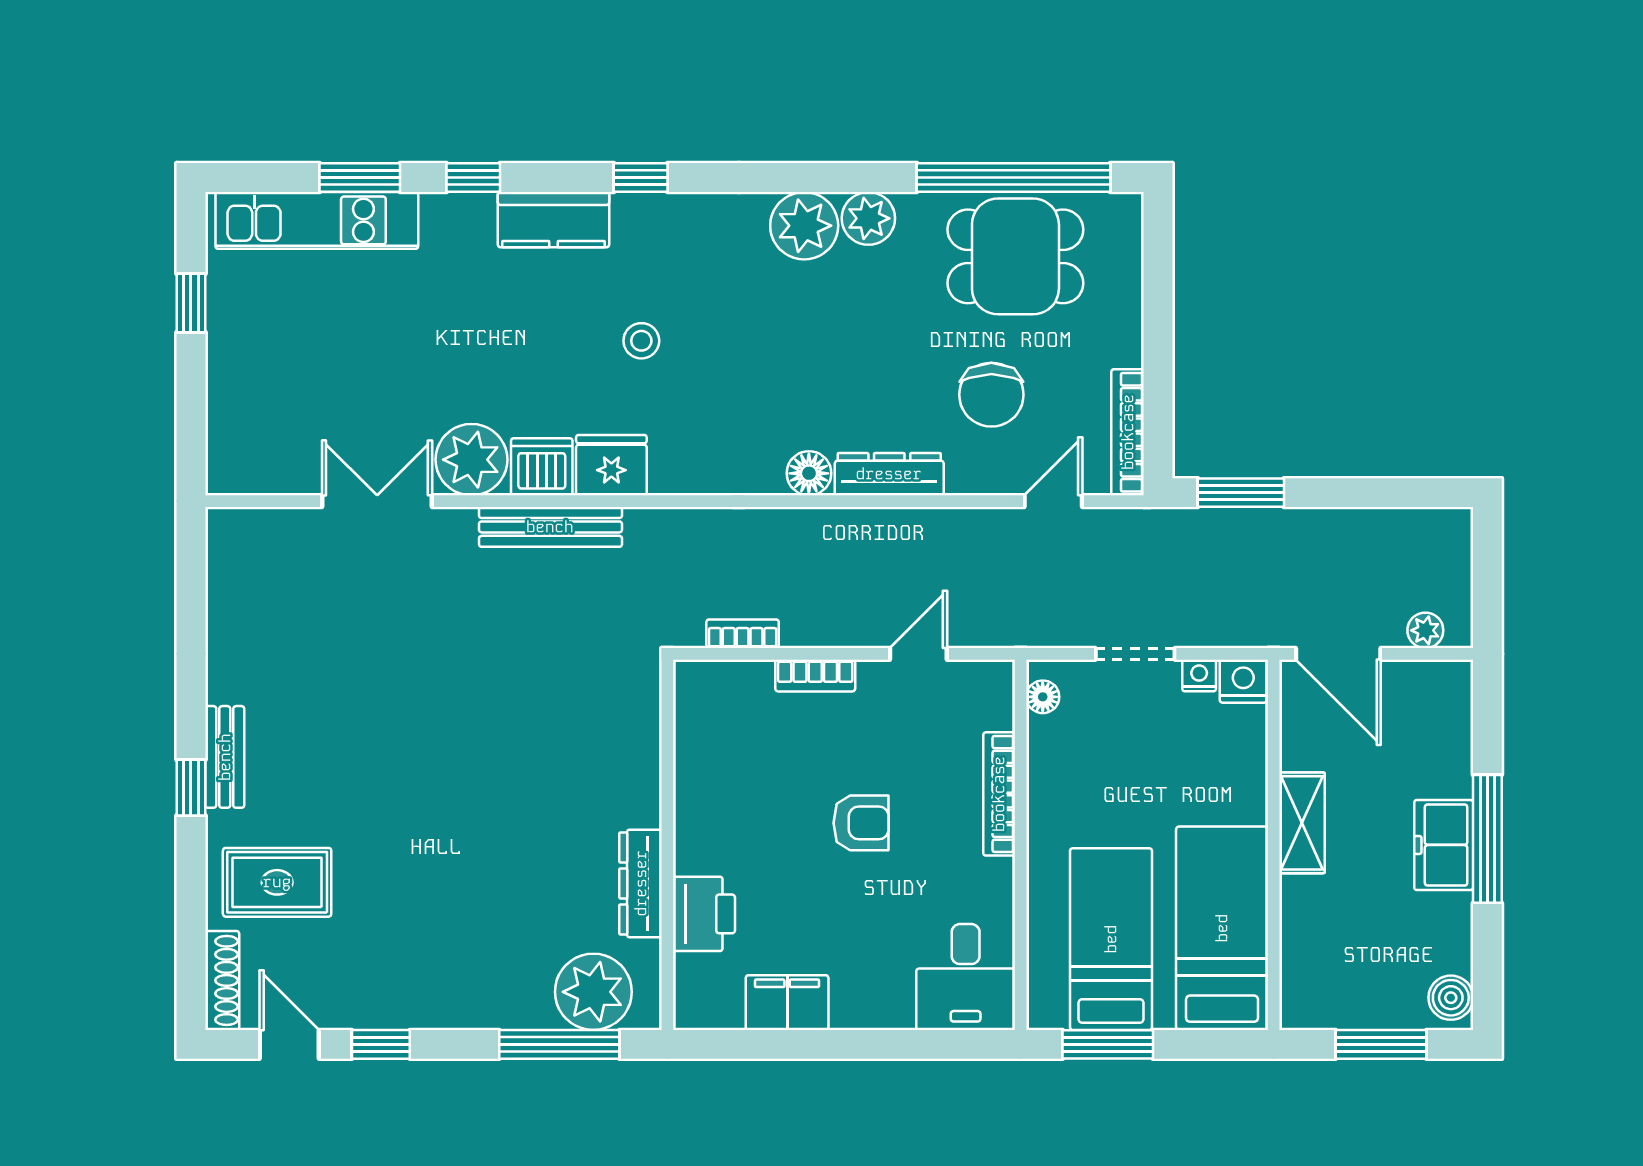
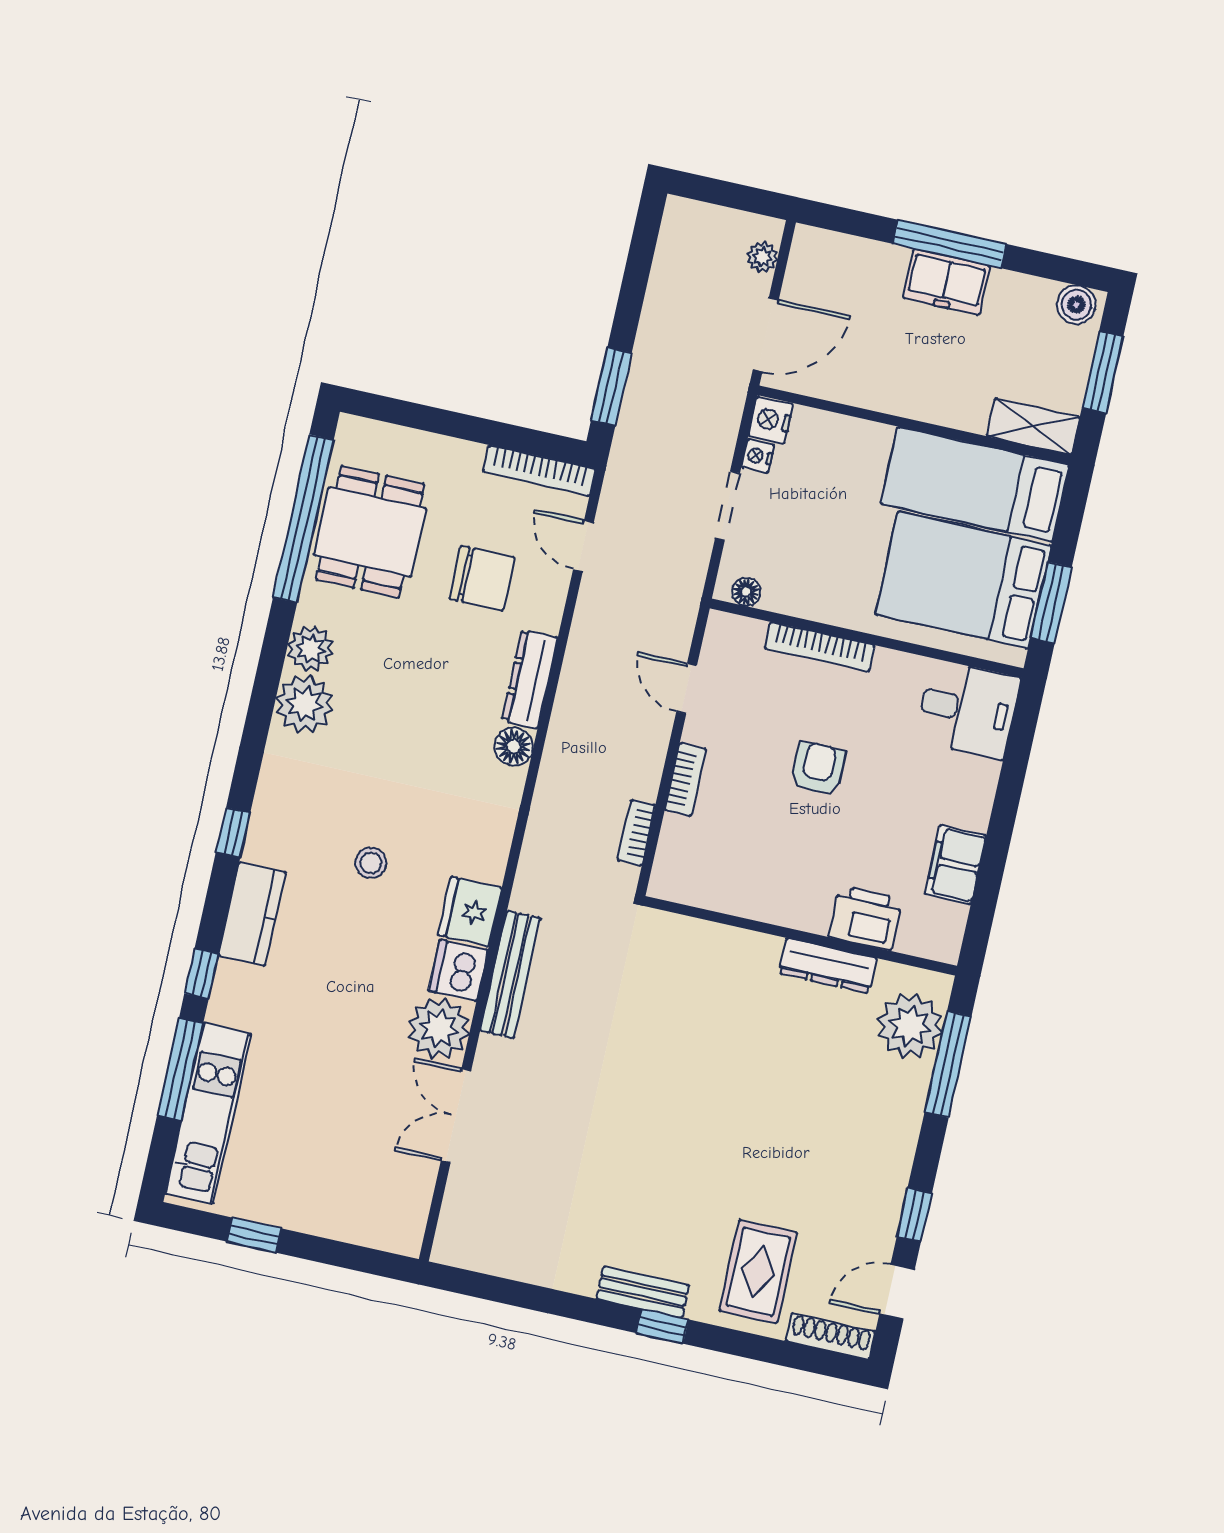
window: (360, 178) -> (180, 1069), width x1.44
shelving: (1302, 823) -> (1033, 427), moved
bed: (1111, 939) -> (963, 580), width x1.50

